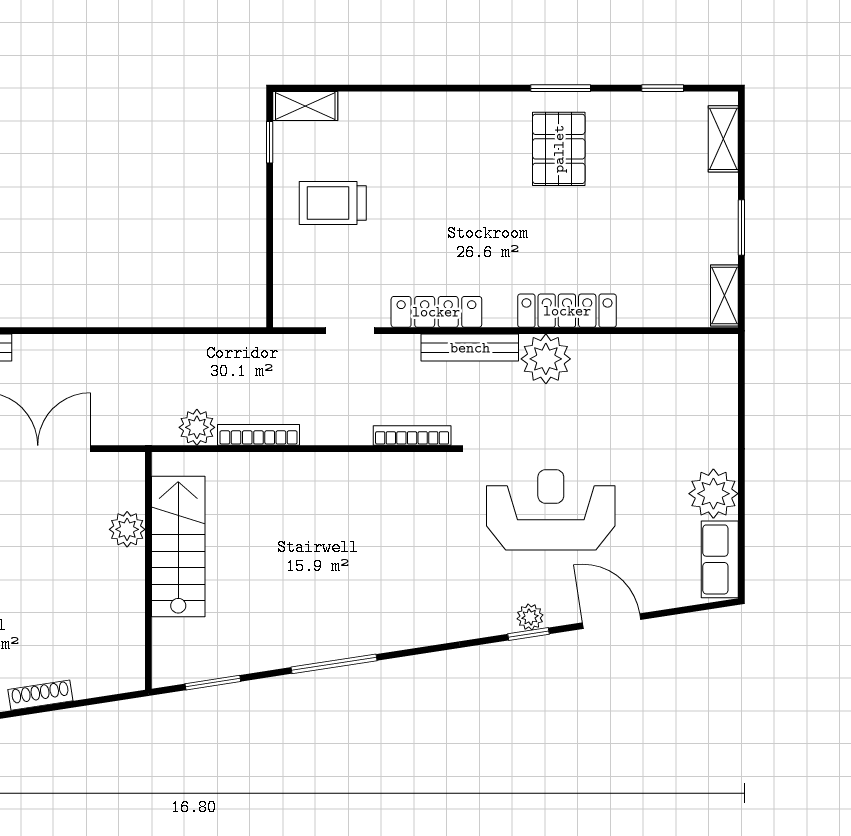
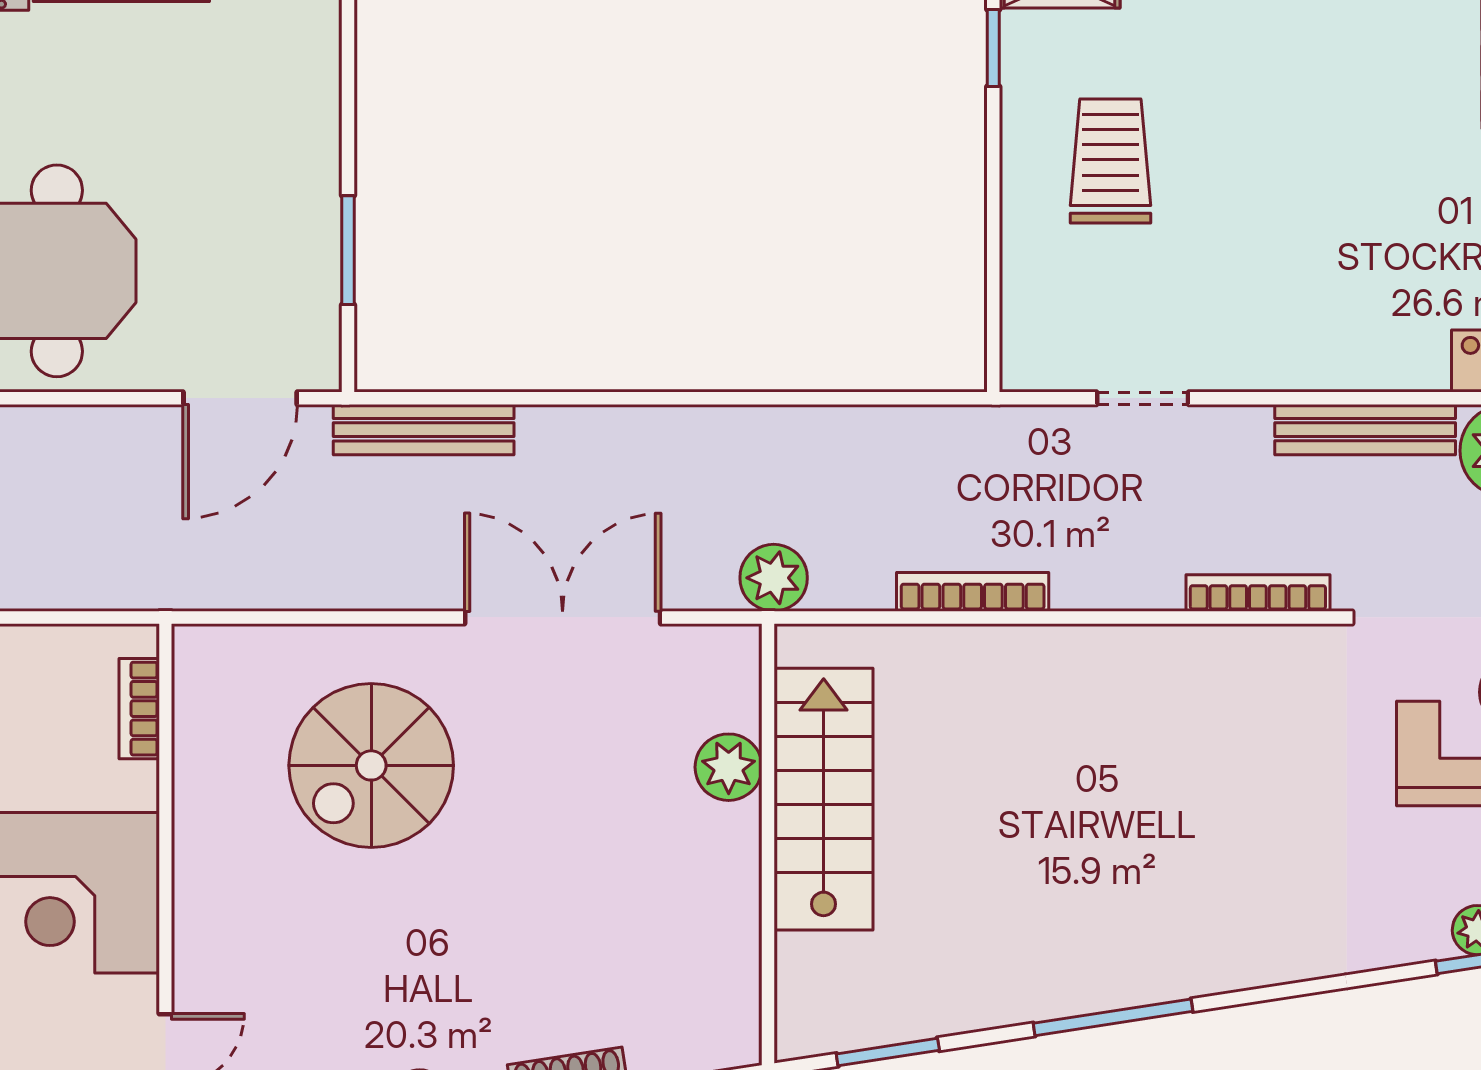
trolley: (333, 203) -> (1110, 161), turned 90
locker: (436, 312) -> (1303, 363), removed
plant: (197, 427) -> (774, 578), moved

